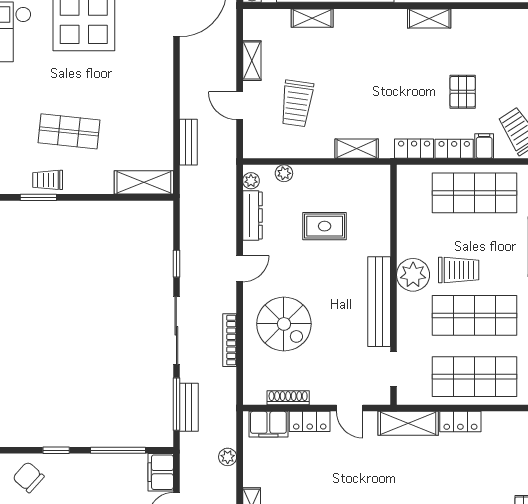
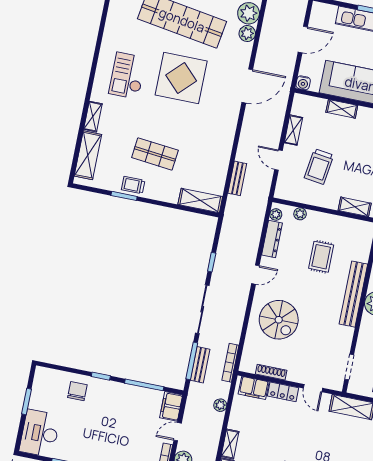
rug: (325, 226) -> (321, 257), turned 90
bench: (379, 302) -> (353, 294), moved
bookcase: (230, 340) -> (230, 363), moved
chair: (28, 477) -> (77, 391), turned 48

